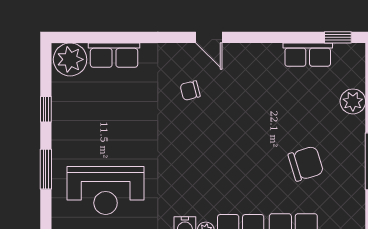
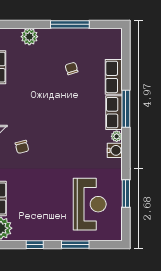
chair: (306, 164) -> (71, 68), width x0.54, depth x0.54

